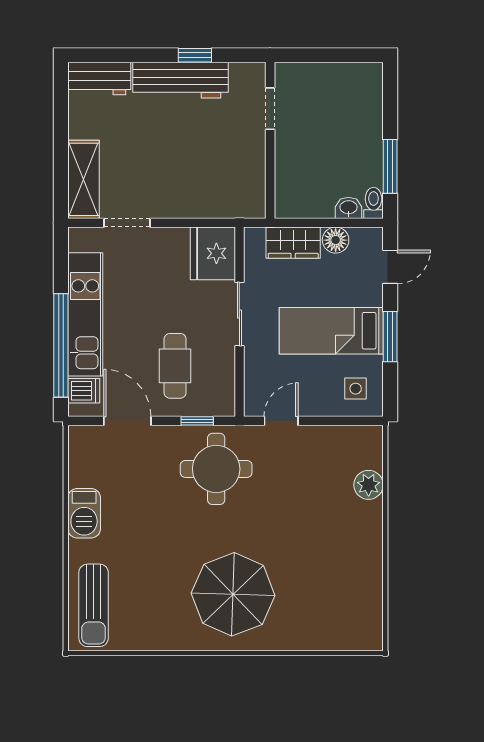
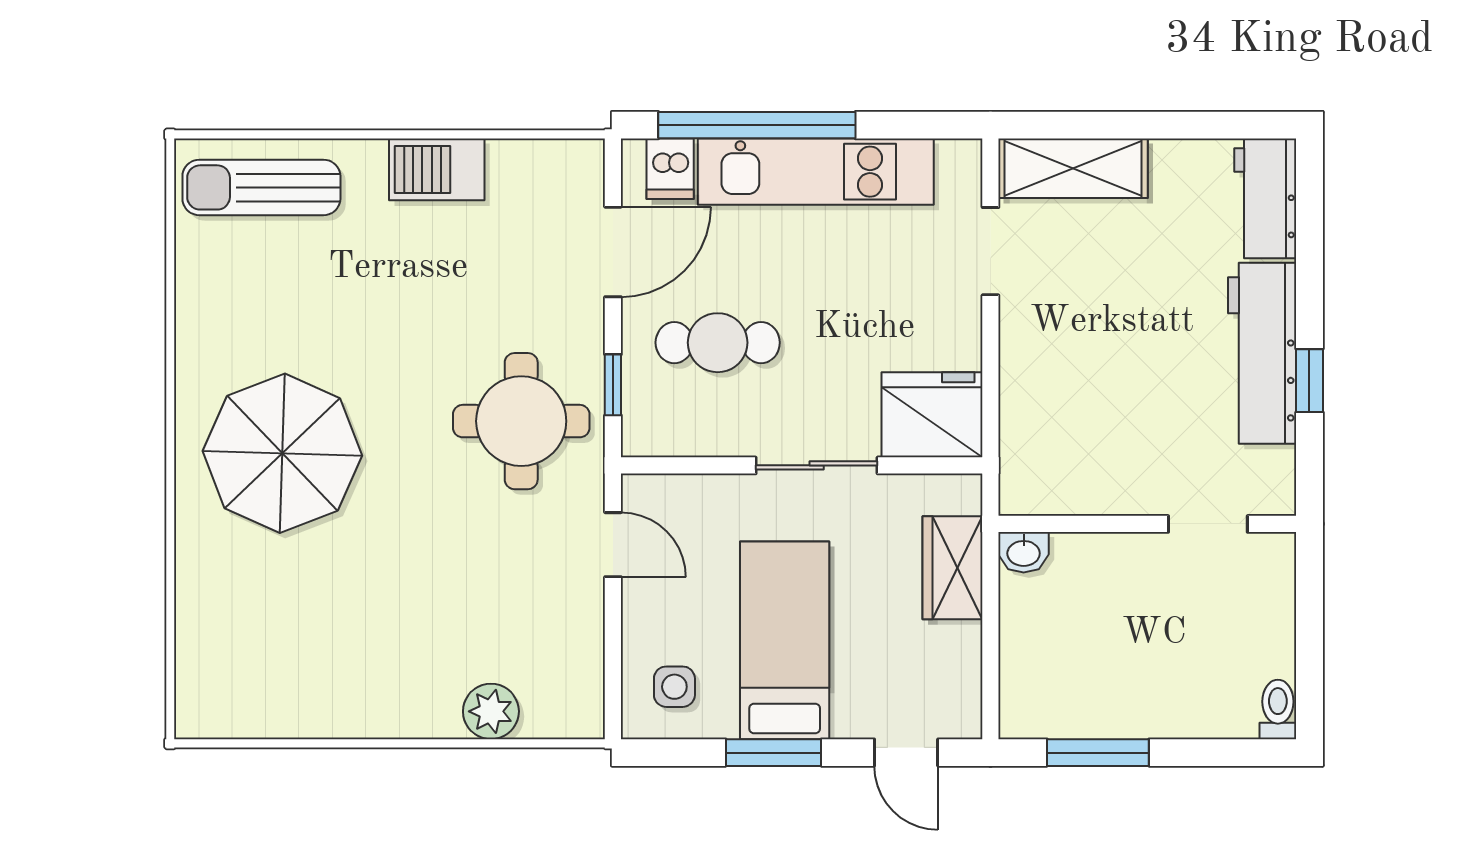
toilet: (374, 203) -> (1278, 709), moved, turned -90
washbasin: (348, 208) -> (1024, 552), moved, turned 90
floor lamp: (336, 240) -> (957, 649), removed

